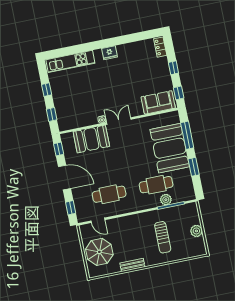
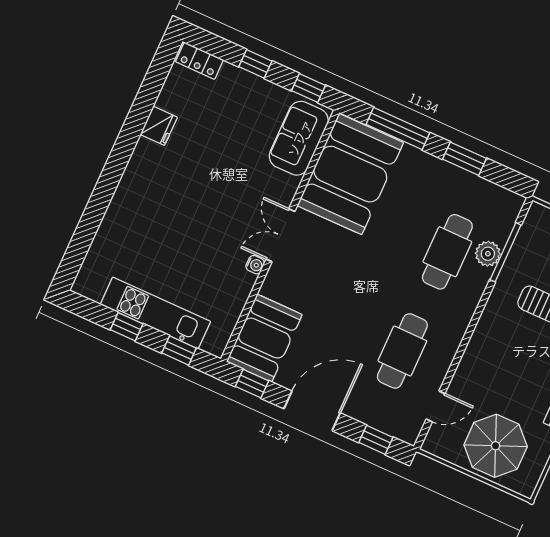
fridge: (110, 53) -> (159, 126), moved
kitchen unit: (70, 61) -> (155, 313), moved, turned -90
booth: (91, 139) -> (264, 338), moved
booth: (170, 148) -> (350, 174), moved, turned 90

